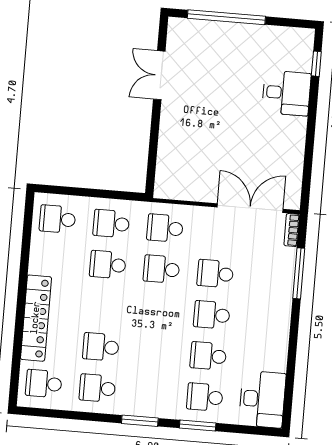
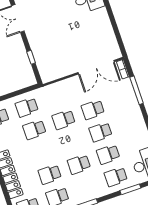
window: (153, 147) -> (31, 57), added
double door: (250, 208) -> (96, 67), swing flipped
school desk: (165, 228) -> (79, 164), moved
window: (198, 426) -> (130, 189), moved

